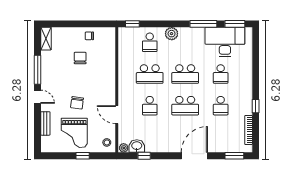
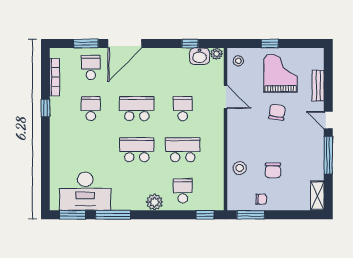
window: (97, 24) -> (251, 215), added
stool: (106, 60) -> (240, 168), added
school desk: (221, 74) -> (91, 67), moved
window: (234, 156) -> (86, 44), moved

